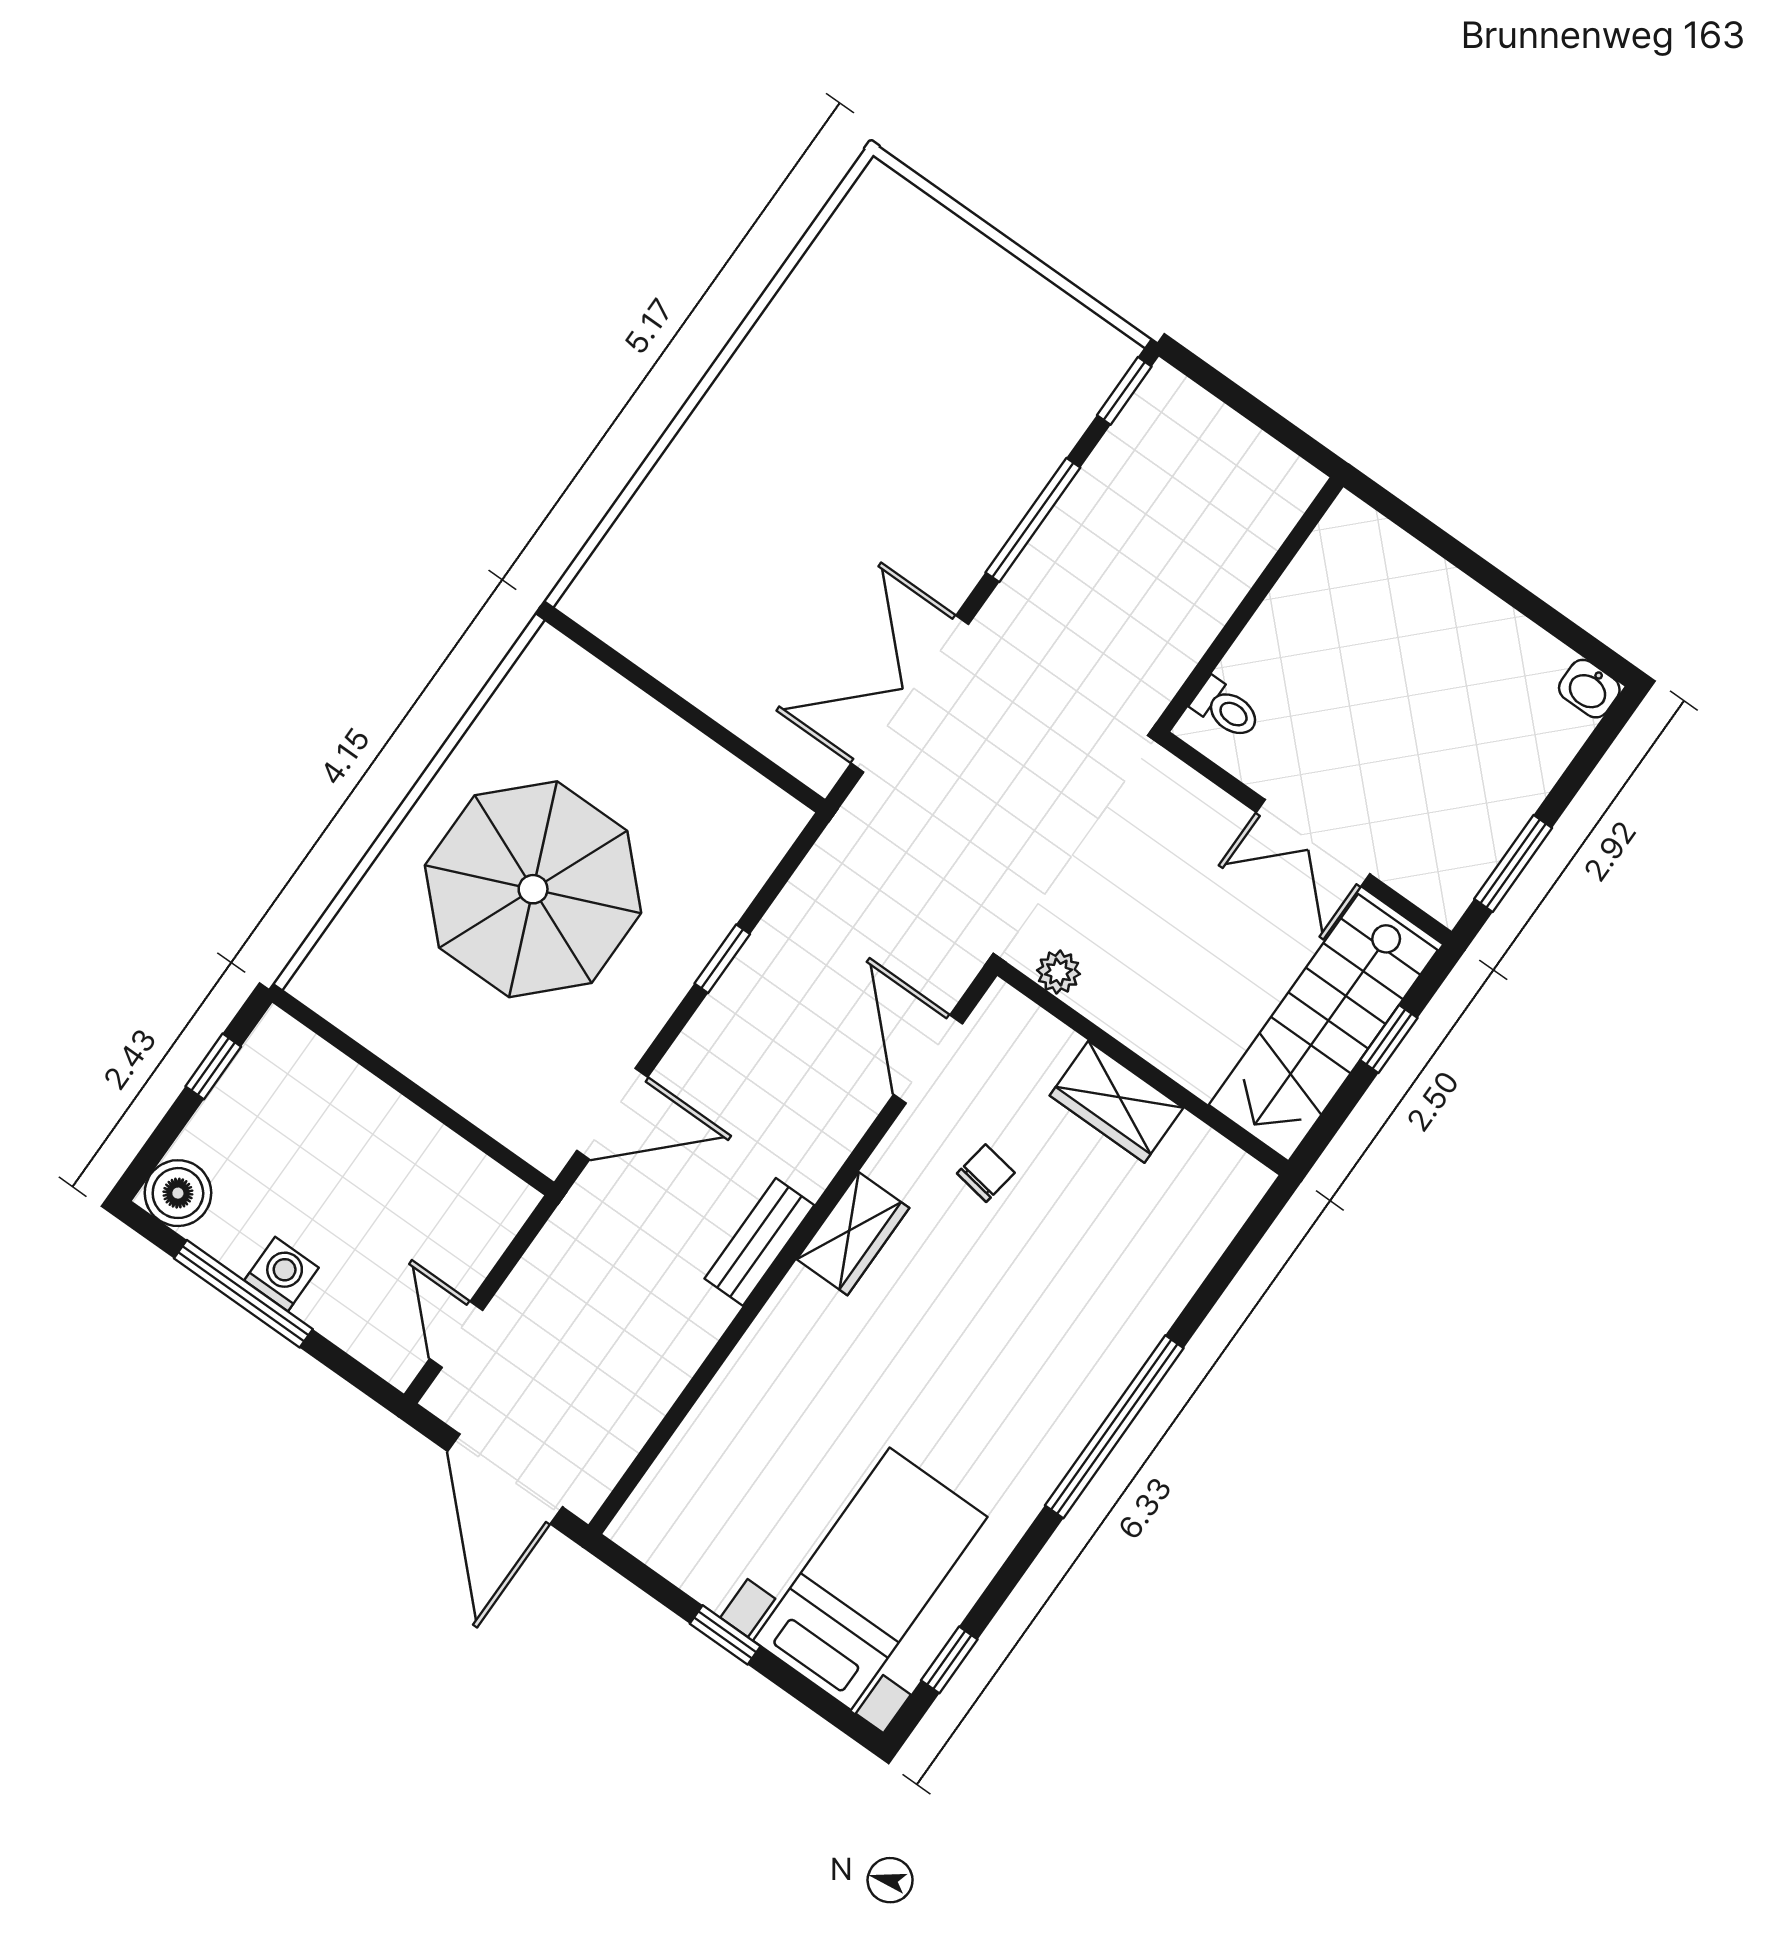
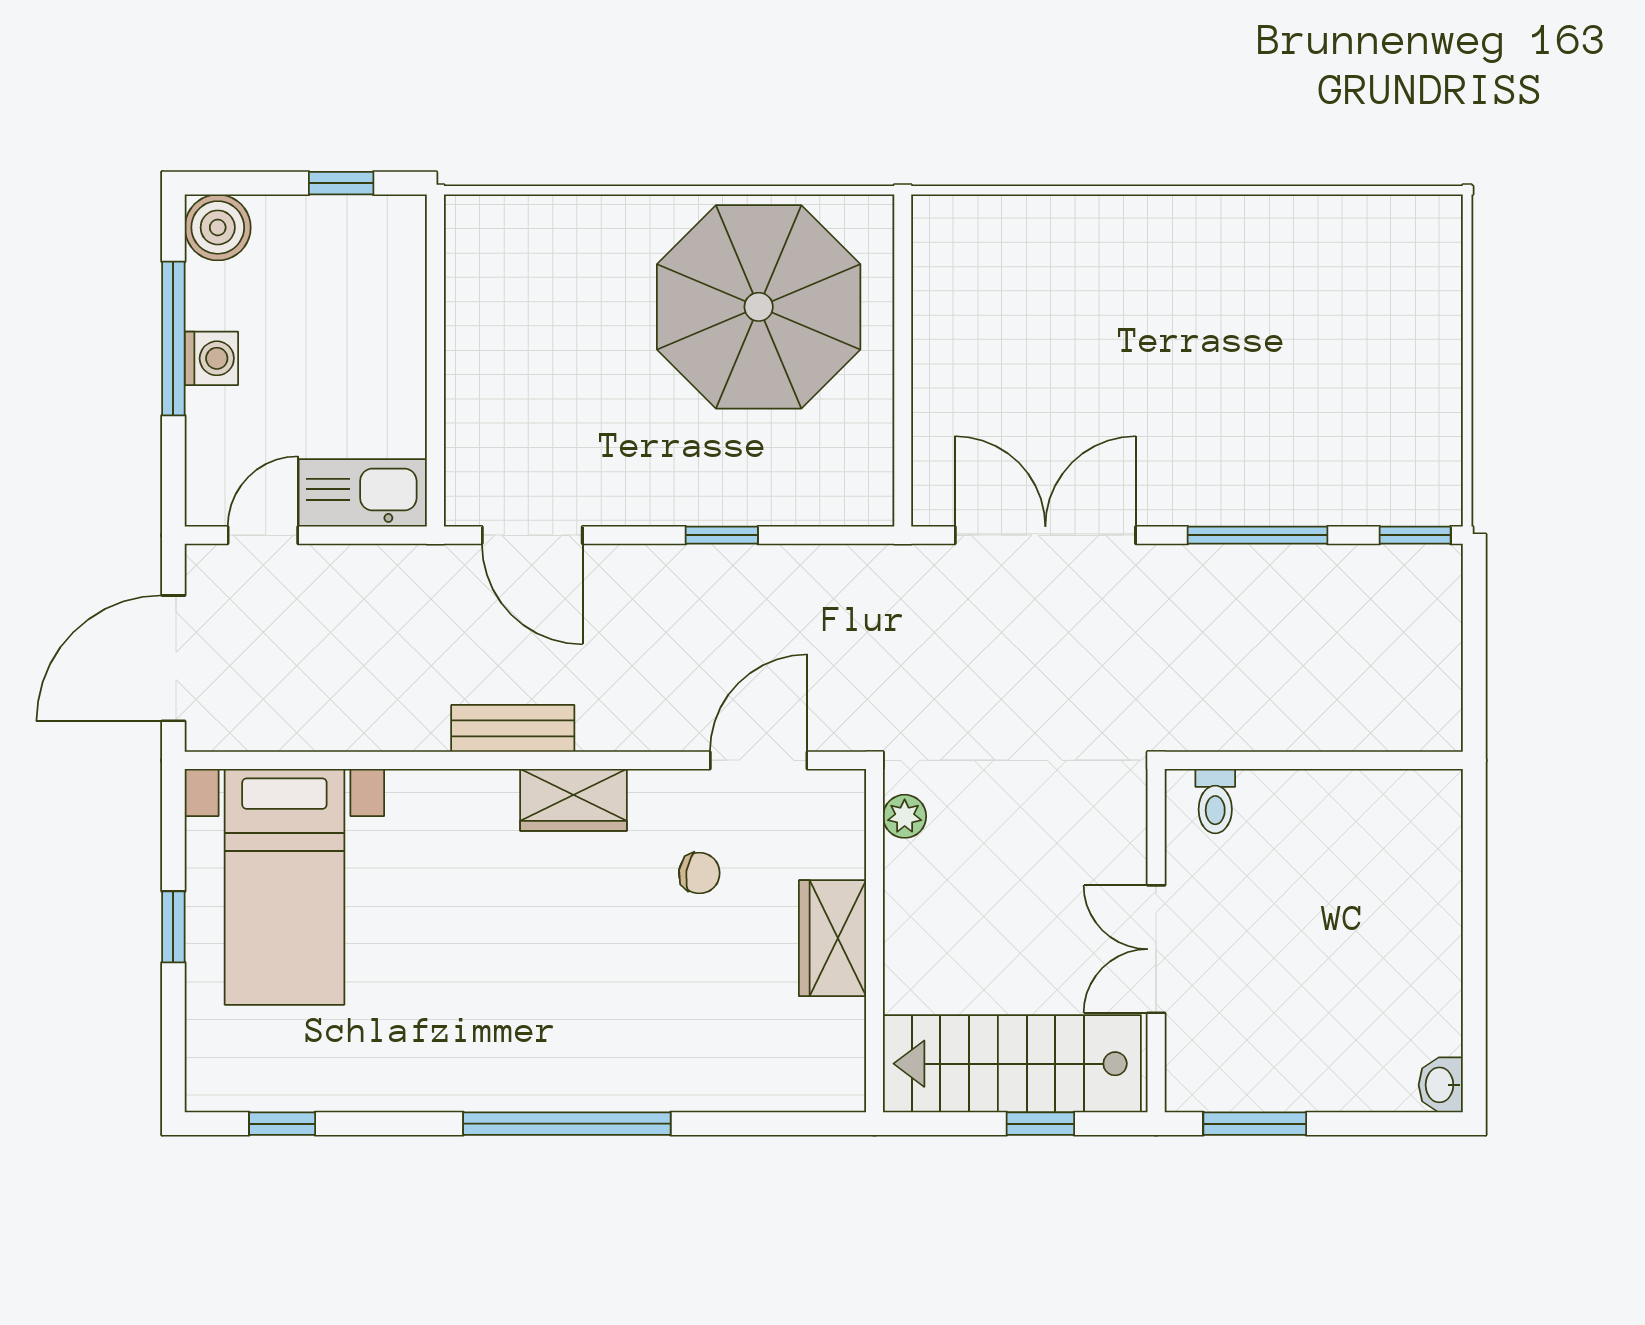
parasol: (533, 889) -> (759, 307), moved
kitchen sink: (479, 1228) -> (363, 493), added
bed with nightstands: (870, 1579) -> (284, 887), moved, turned 90

